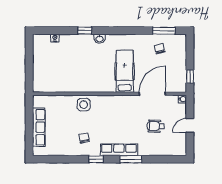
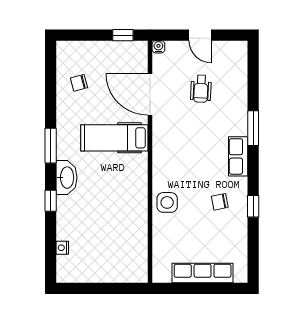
window: (164, 31) -> (51, 146), moved
washbasin: (99, 39) -> (66, 178), width x1.91, depth x1.45
row of seats: (119, 150) -> (238, 156), width x0.68
window: (96, 159) -> (253, 206), moved

